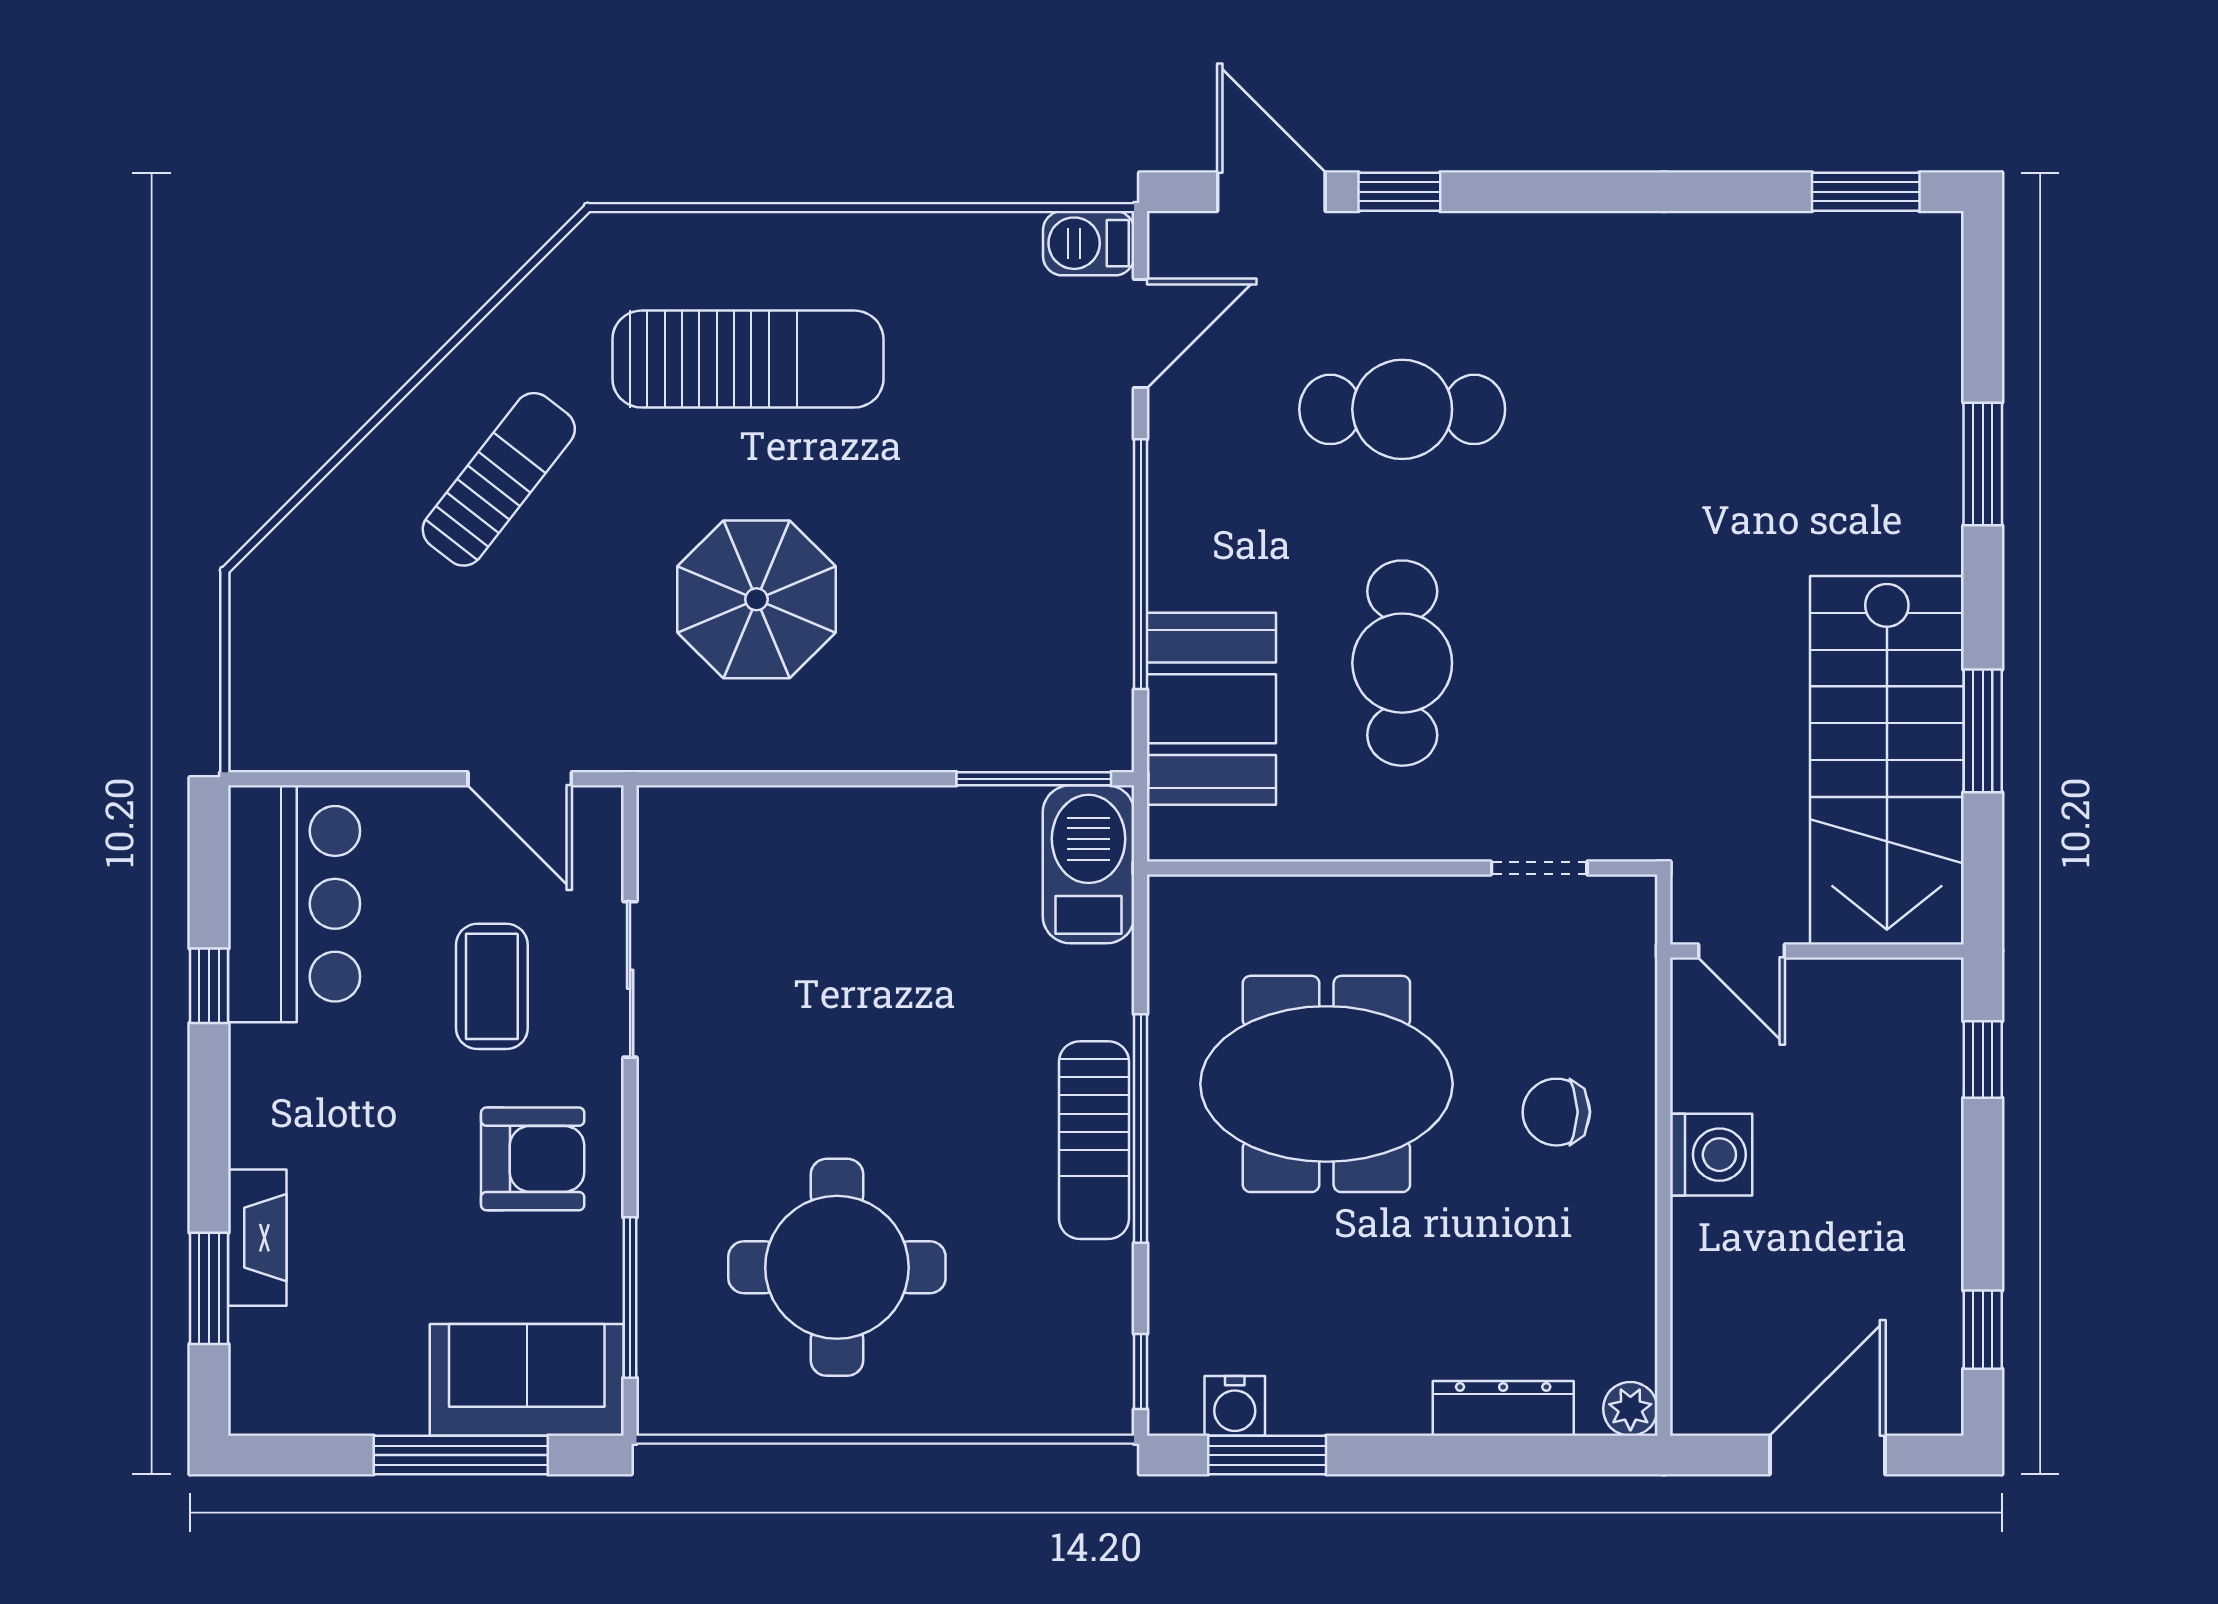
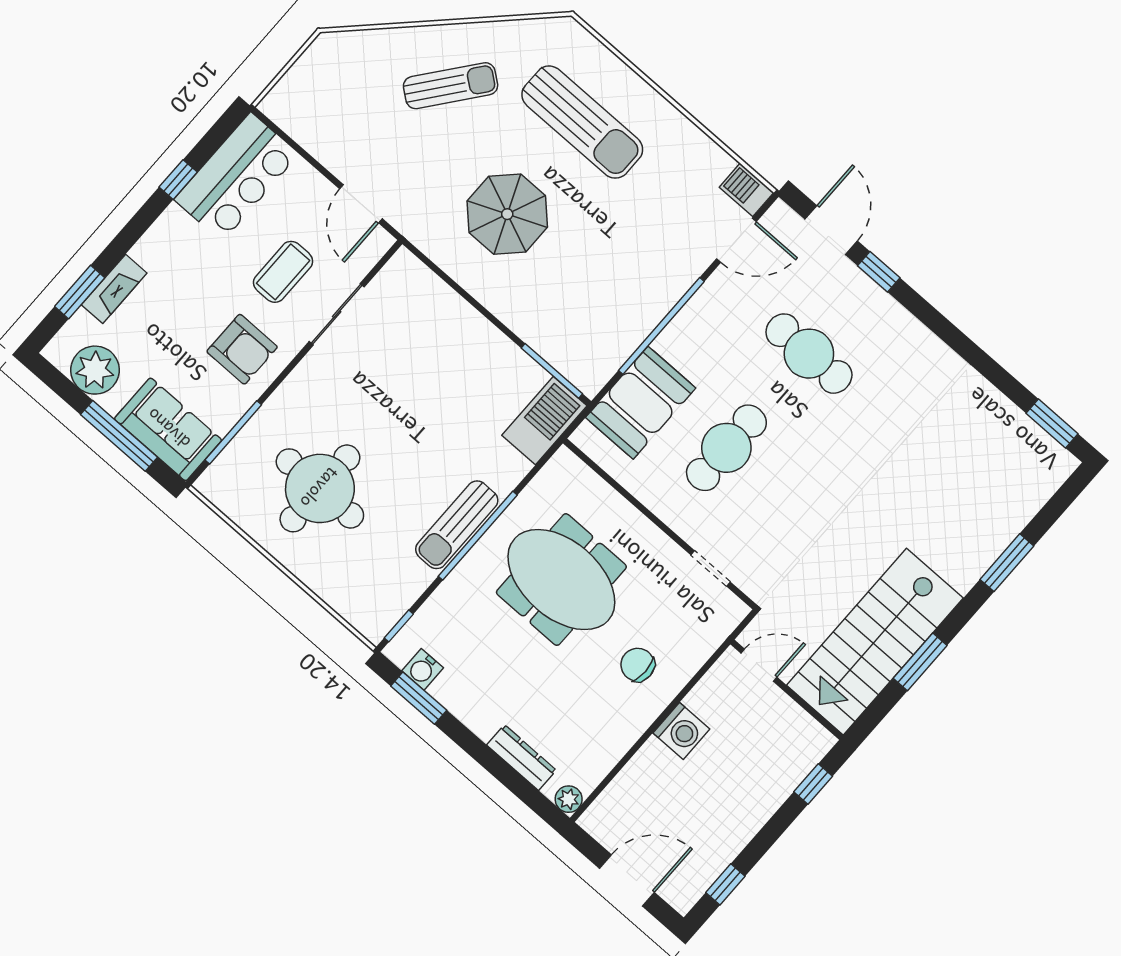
door: (1742, 951) -> (759, 665), swing flipped
plant: (336, 1387) -> (95, 370), added

